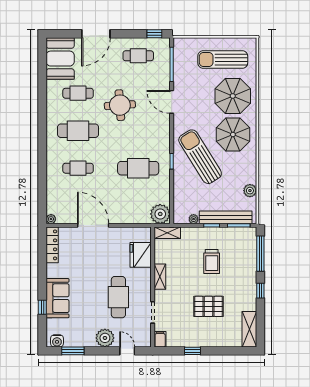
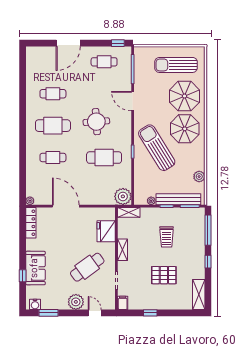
booth: (60, 59) -> (38, 64), removed
round table: (120, 105) -> (96, 122), moved
cafe table: (118, 297) -> (87, 267), turned 54

